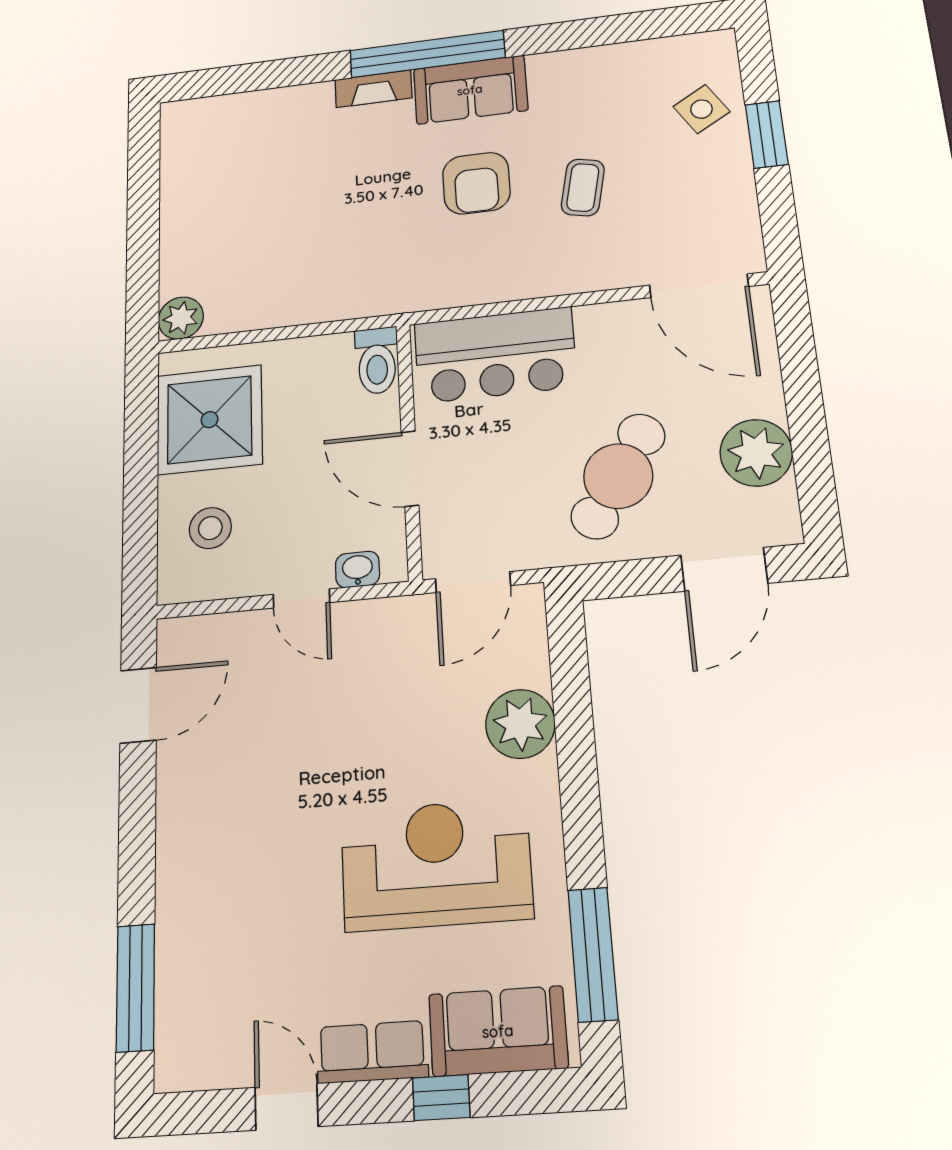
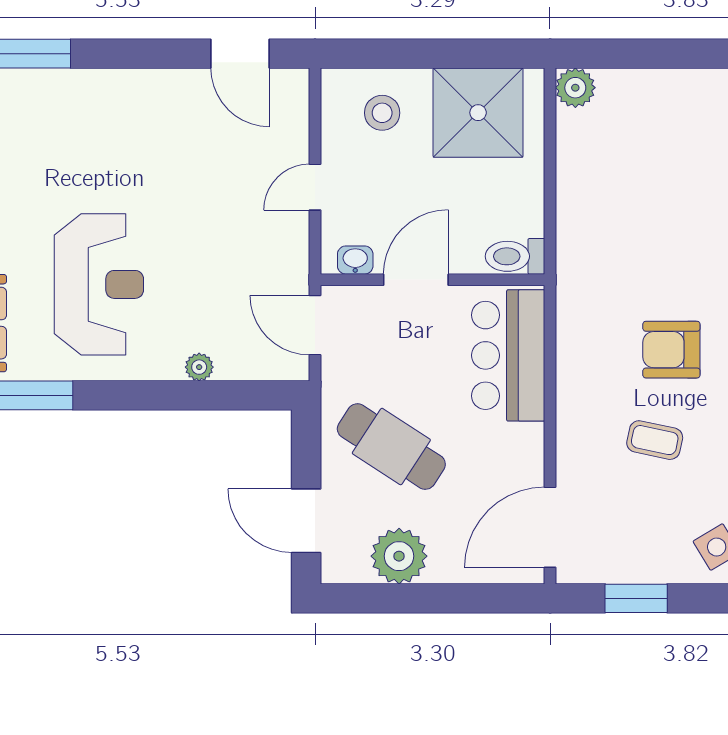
window: (767, 134) -> (636, 598), moved
washbasin: (357, 569) -> (355, 260), moved, turned -90
plant: (520, 724) -> (199, 367), width x0.53, depth x0.53

